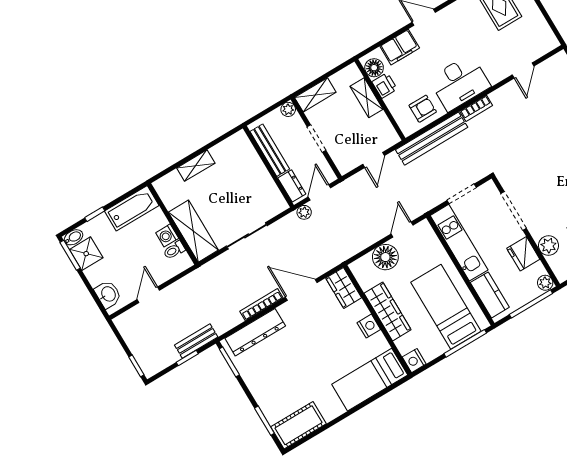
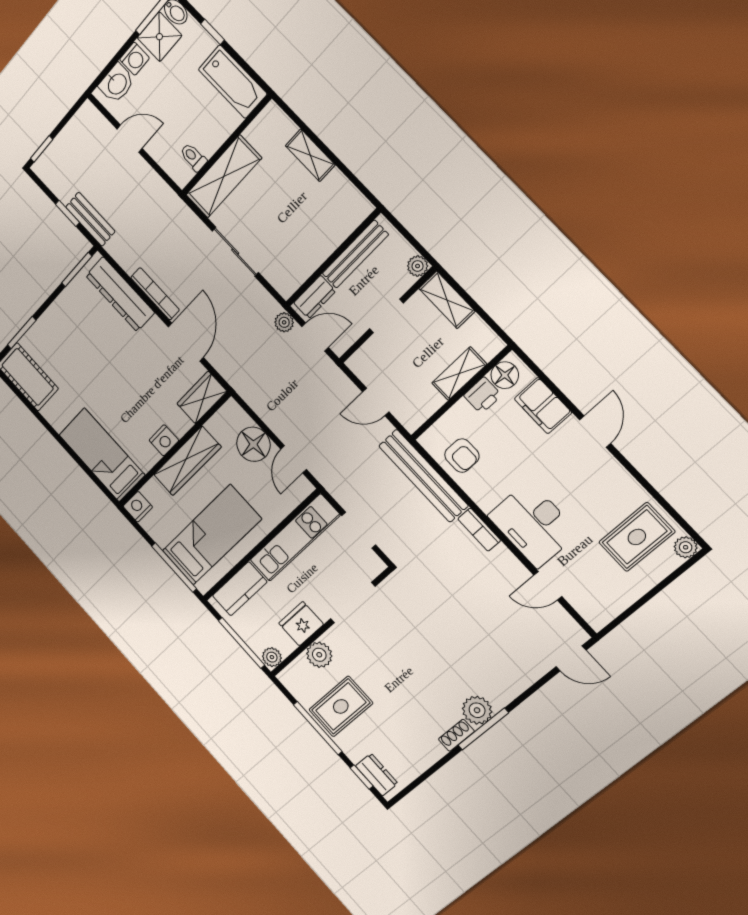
desk: (460, 83) -> (533, 524), moved
door: (402, 230) -> (294, 459), swing flipped
washing machine: (167, 236) -> (134, 59), moved, turned 180

